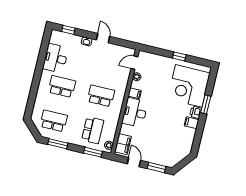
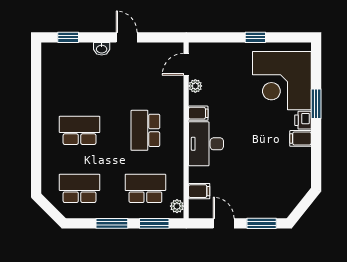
desk: (55, 58) -> (58, 88), removed
school desk: (101, 96) -> (145, 130), turned -90
school desk: (93, 130) -> (145, 188), turned -90
window: (58, 144) -> (112, 223), moved
filing cabinet: (123, 144) -> (199, 191), width x0.50

